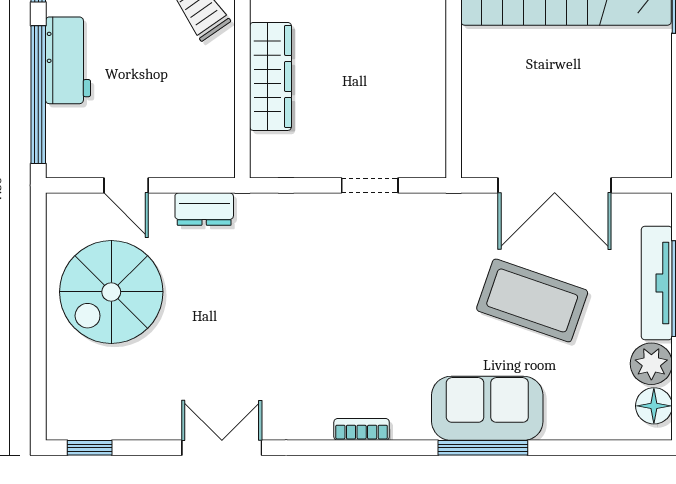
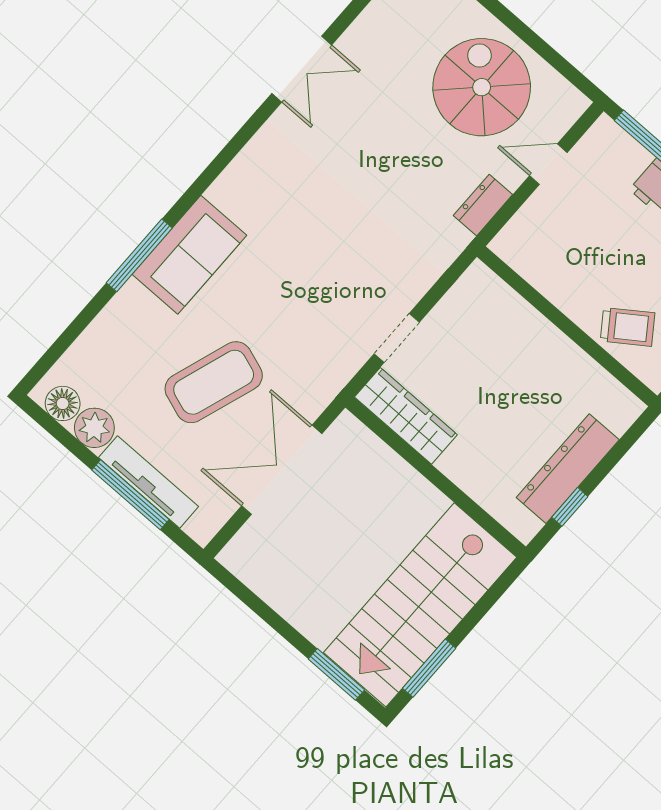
wardrobe: (271, 76) -> (406, 416), moved, turned 180
sofa: (487, 408) -> (189, 255), moved
bookcase: (362, 429) -> (228, 180), removed

